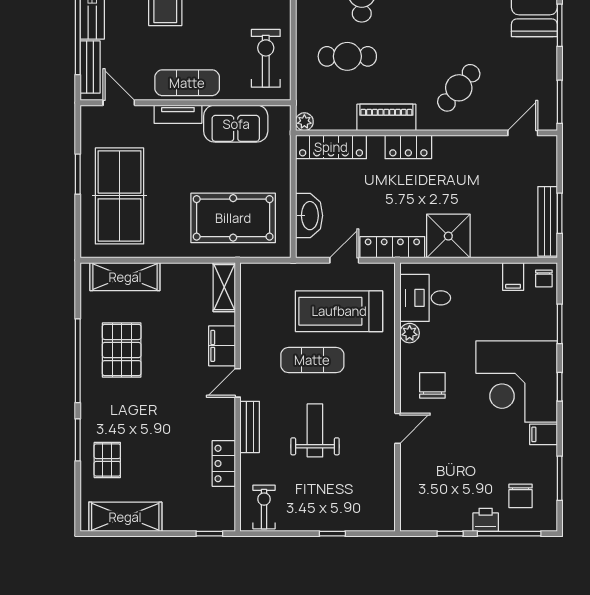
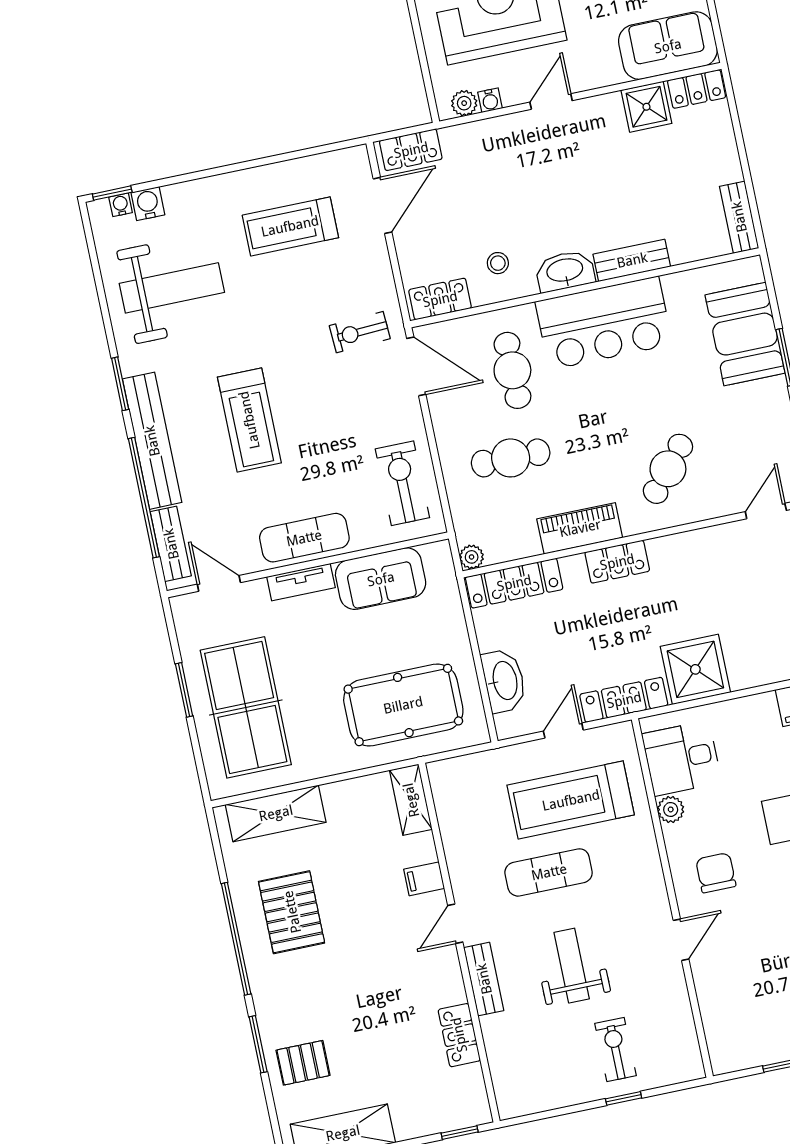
filing cabinet: (222, 346) -> (424, 879), width x0.50
pallet: (107, 460) -> (303, 1063), turned 90
exercise bike: (264, 507) -> (616, 1050), moved

